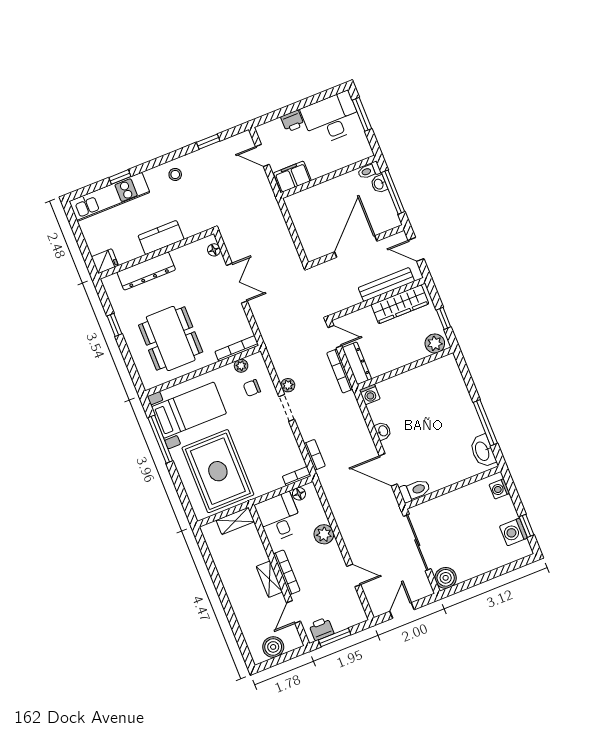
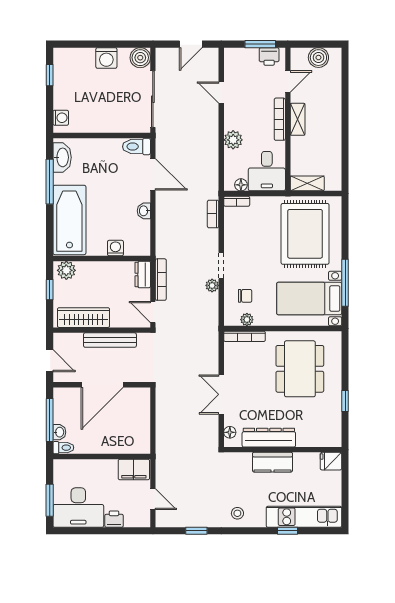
dresser: (146, 271) -> (269, 438), moved
bench: (386, 284) -> (110, 340), moved
dresser: (357, 363) -> (143, 274), width x0.70
bathtub: (451, 393) -> (69, 220), added
washing machine: (370, 394) -> (115, 248), moved
washing machine: (513, 532) -> (106, 58), moved, turned 90

